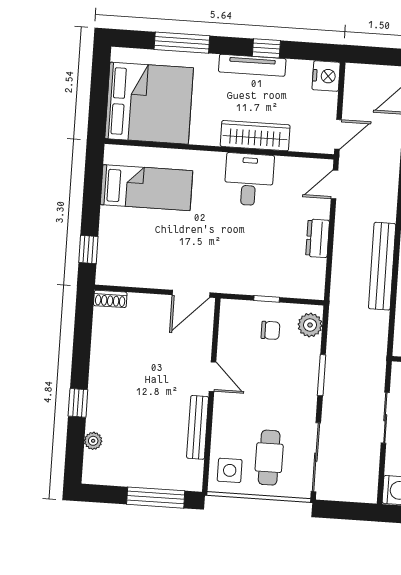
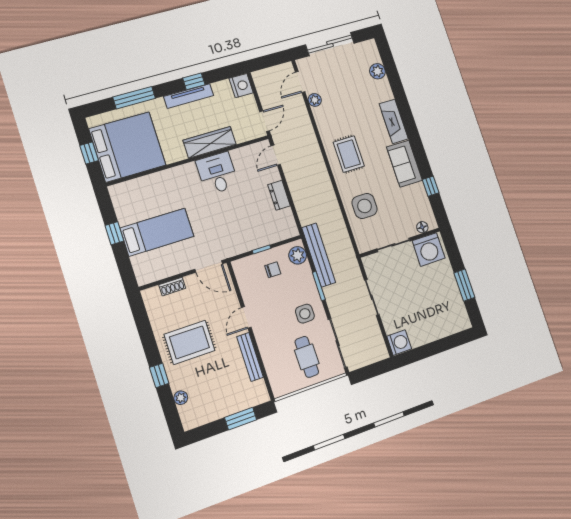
window: (99, 93) -> (89, 153), added
bed: (147, 188) -> (157, 232), moved
window: (88, 250) -> (114, 233), moved
bench: (382, 266) -> (319, 255), moved
door: (191, 294) -> (209, 266), hinge flipped
shoe rack: (110, 299) -> (172, 287), moved
door: (213, 377) -> (246, 317), swing flipped
rug: (130, 378) -> (190, 342), added
side table: (230, 470) -> (305, 314), moved
window: (156, 498) -> (241, 419), width x0.69

